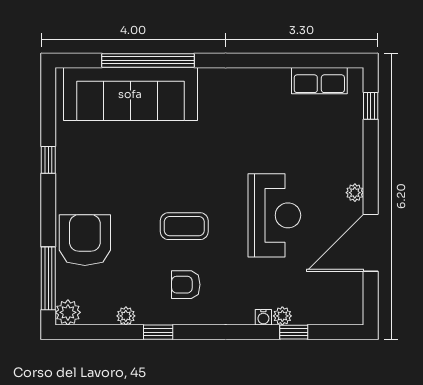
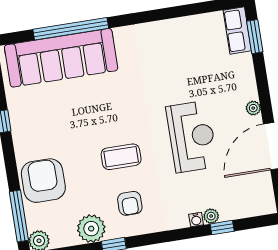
row of seats: (319, 81) -> (237, 30), moved, turned 90
window: (371, 106) -> (255, 37), width x1.50
armchair: (186, 285) -> (130, 203), turned -90
plant: (126, 316) -> (91, 229), width x1.87, depth x1.87

